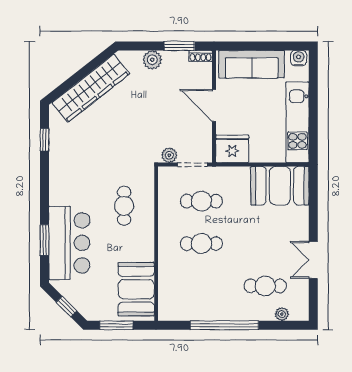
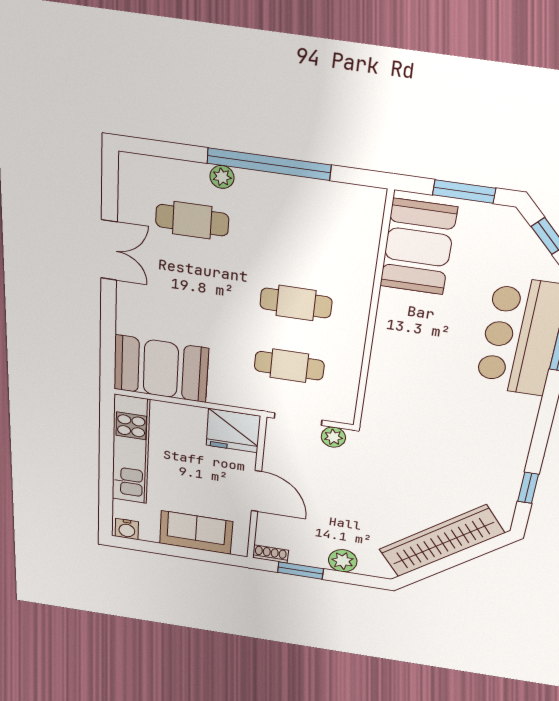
sofa: (252, 64) -> (196, 532), width x0.73
cafe table: (124, 206) -> (417, 378), removed
plant: (282, 314) -> (222, 177), moved

